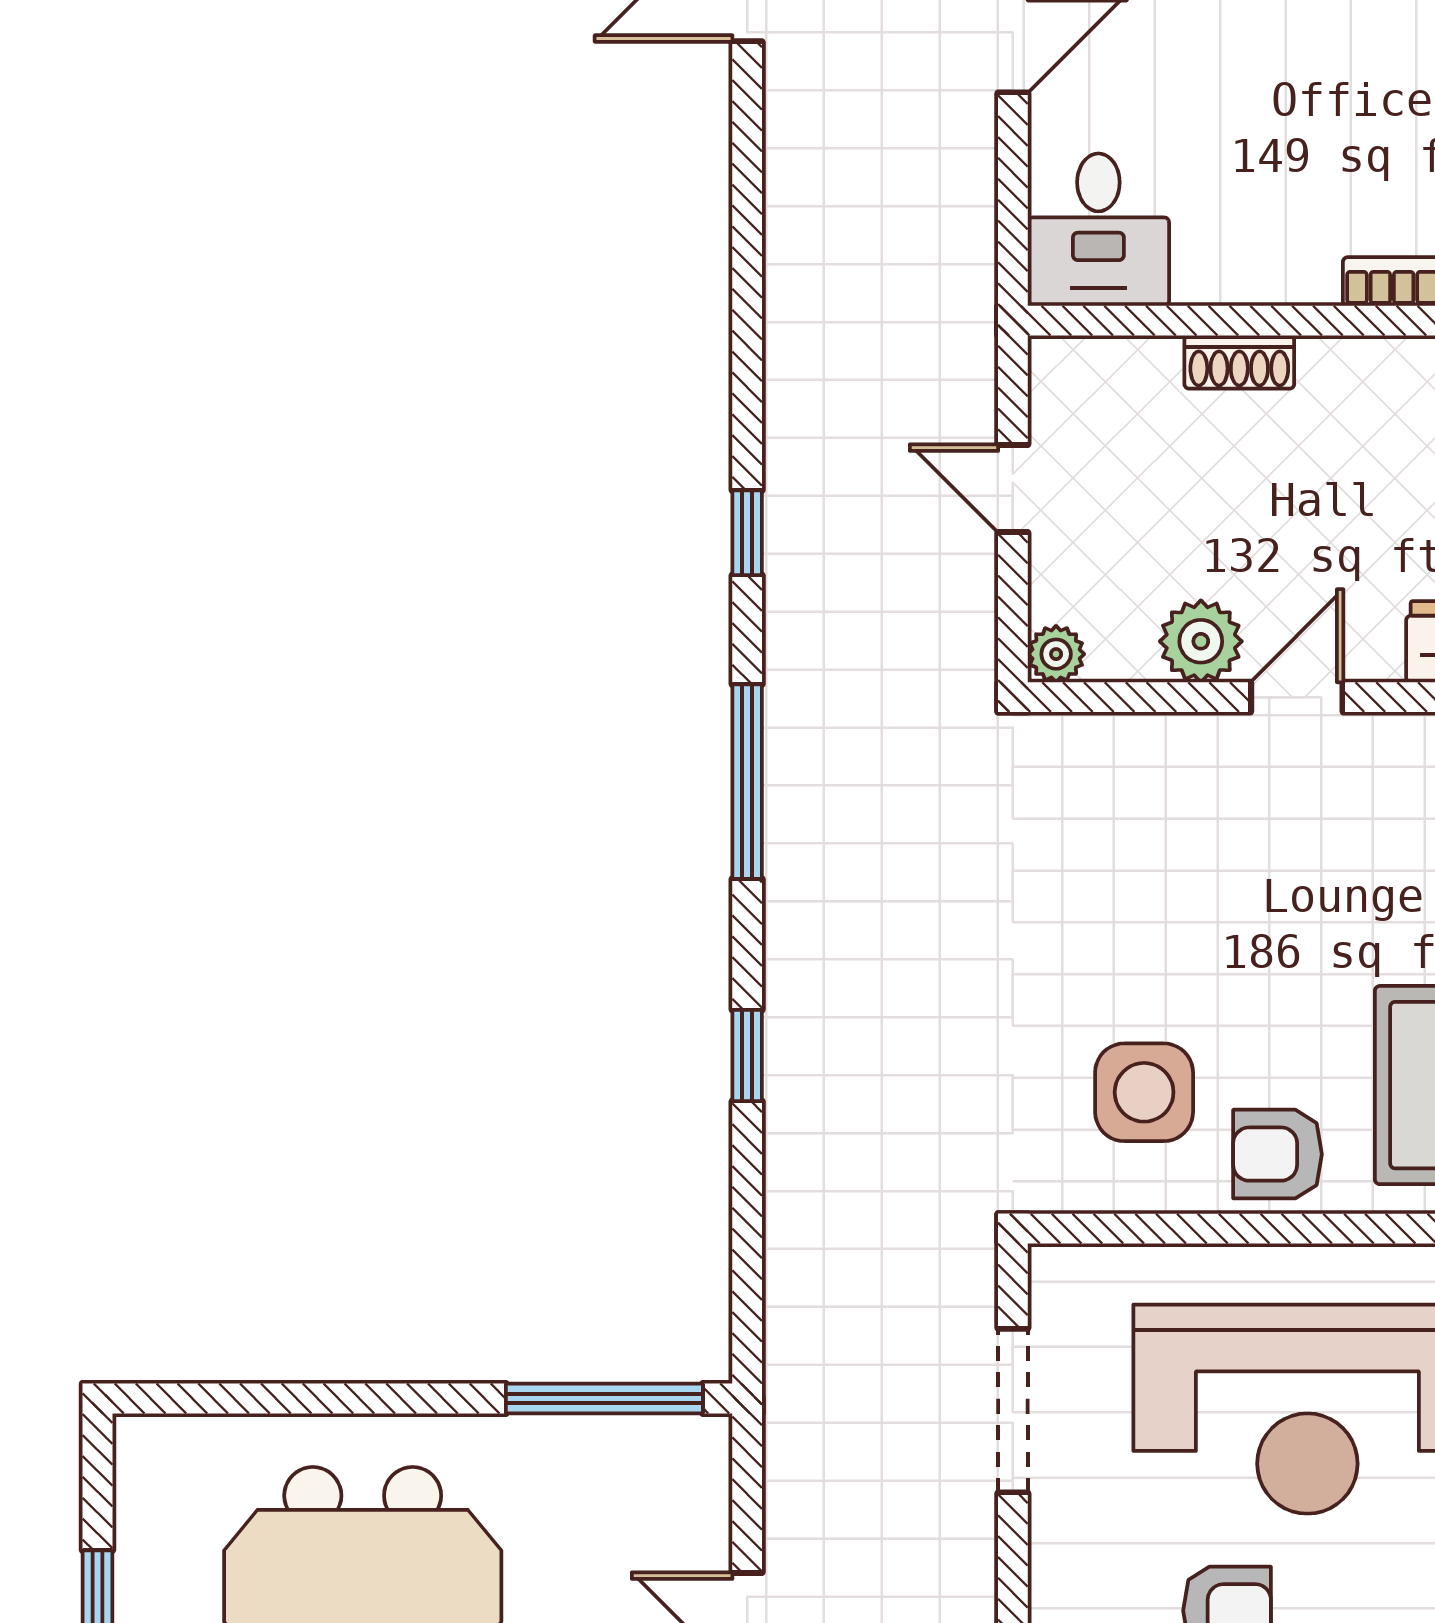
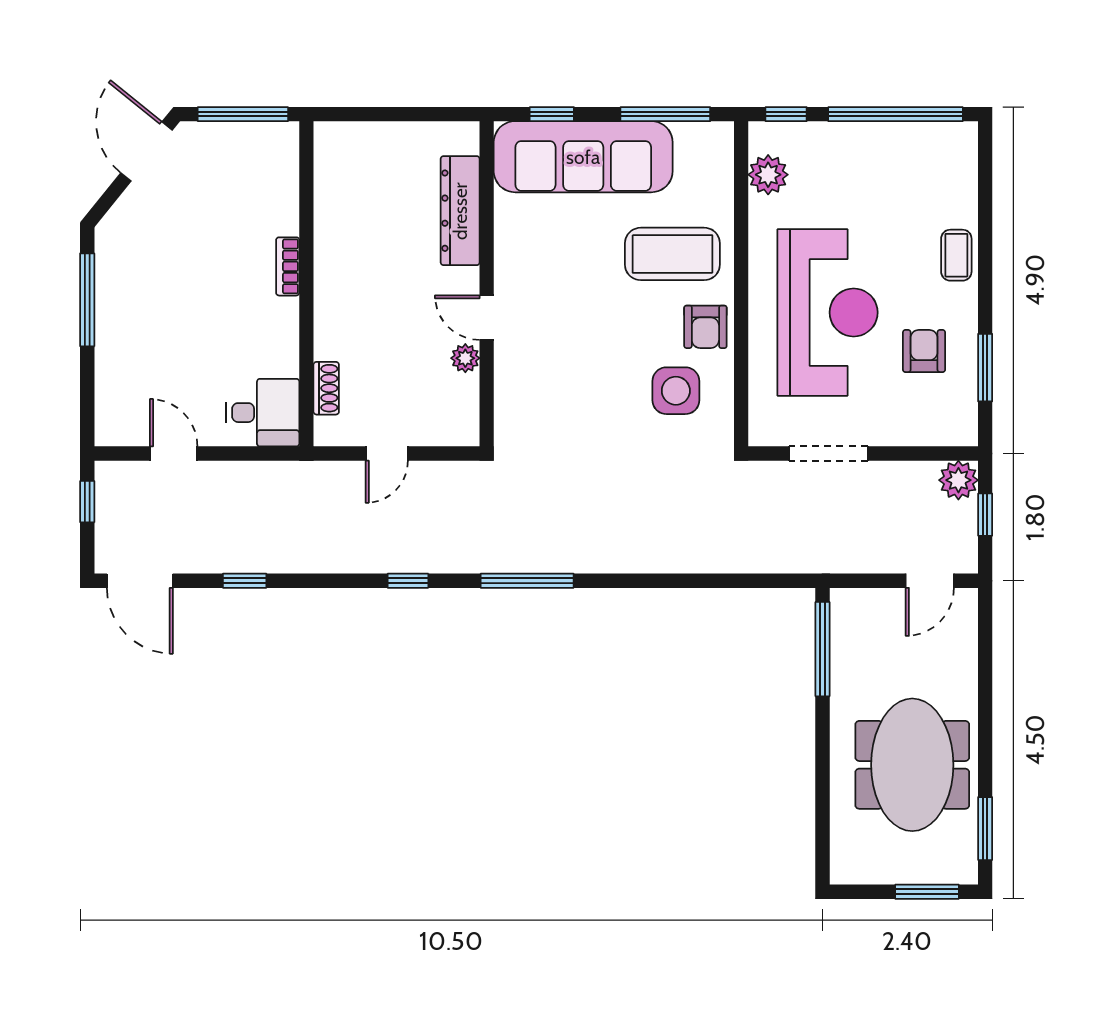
shoe rack: (1239, 362) -> (326, 388), moved
plant: (1201, 641) -> (465, 358), width x0.73, depth x0.73
plant: (1056, 654) -> (466, 433), removed
window: (747, 1056) -> (245, 581), moved

